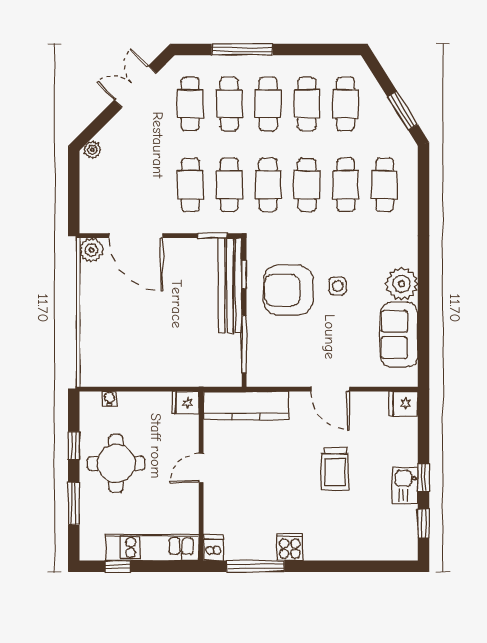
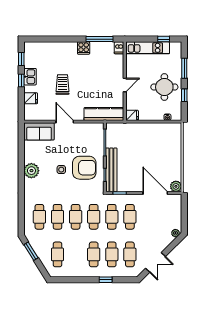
window: (242, 50) -> (106, 280), width x0.46
cafe table: (307, 104) -> (76, 254), removed
sofa: (399, 334) -> (39, 131), moved, turned 90
fridge: (403, 404) -> (31, 98), moved

